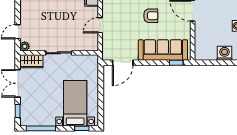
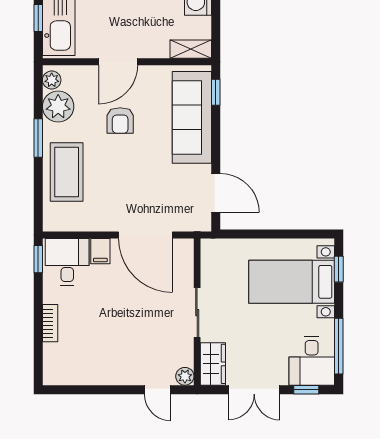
armchair: (151, 16) -> (120, 121), moved, turned 180
door: (100, 25) -> (145, 235), width x1.87
shelving: (199, 49) -> (191, 49), added
desk: (33, 114) -> (312, 361), added

